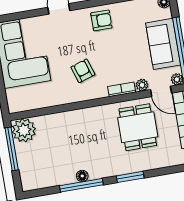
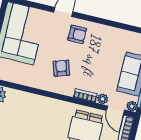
armchair: (101, 20) -> (77, 34), moved

